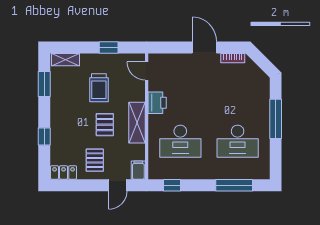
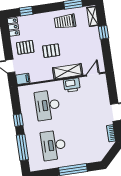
window: (109, 47) -> (104, 32), moved
trolley: (99, 88) -> (65, 22), moved
shelving: (137, 123) -> (68, 71), moved
window: (44, 136) -> (26, 11), moved
window: (172, 185) -> (18, 120), moved

